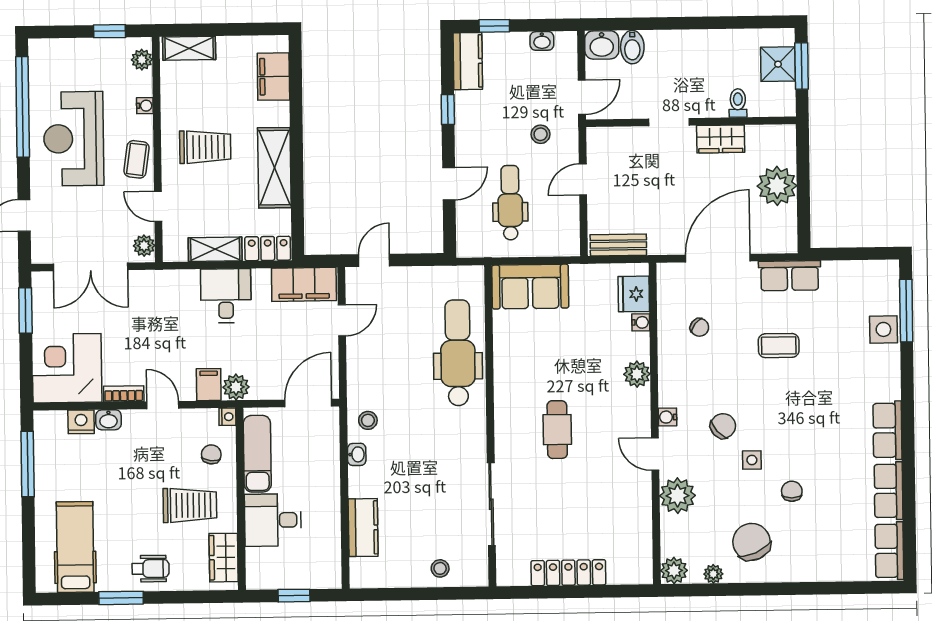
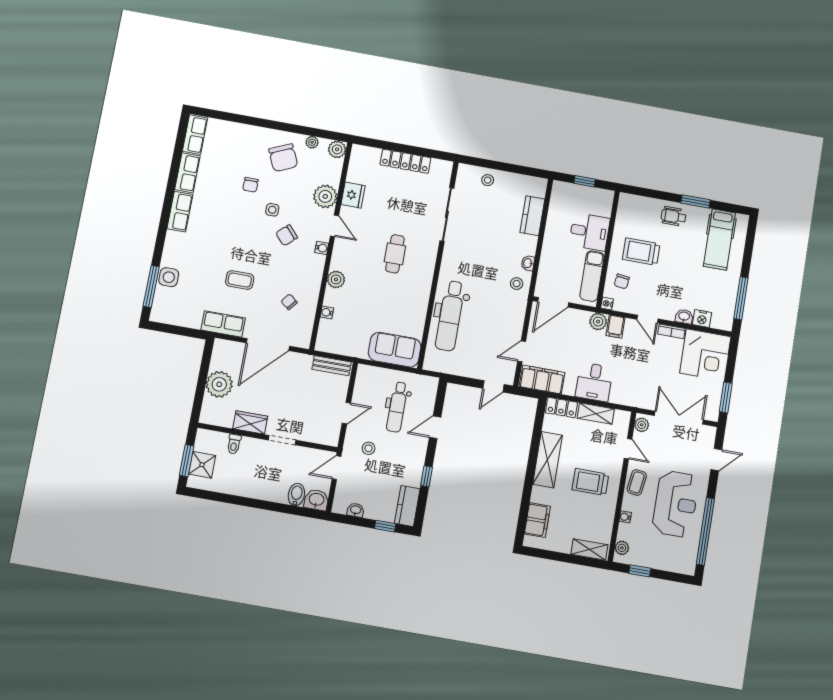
fridge: (634, 294) -> (353, 195), moved
wardrobe: (224, 558) -> (625, 214), removed

